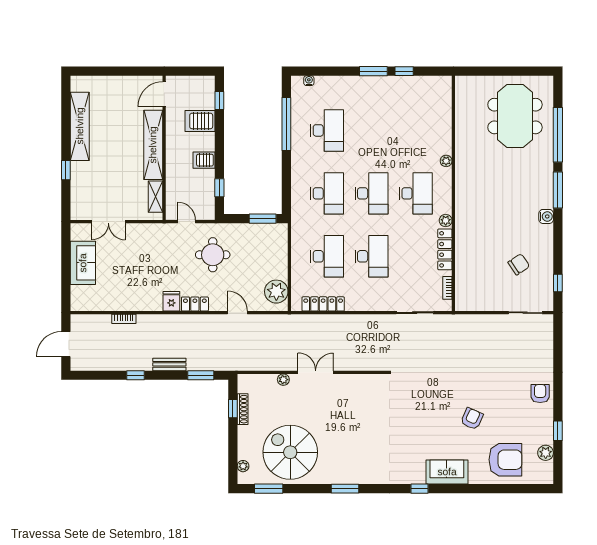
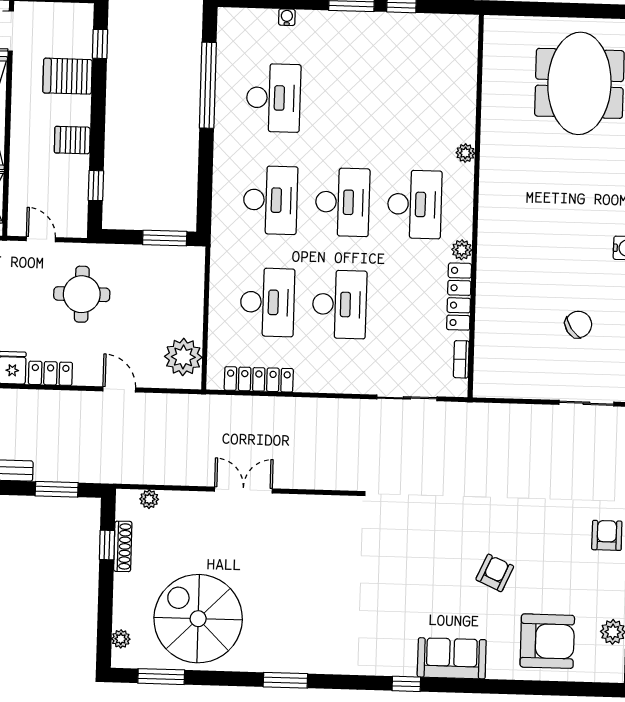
water cooler: (309, 81) -> (287, 17), moved
plant: (283, 380) -> (149, 499), moved

